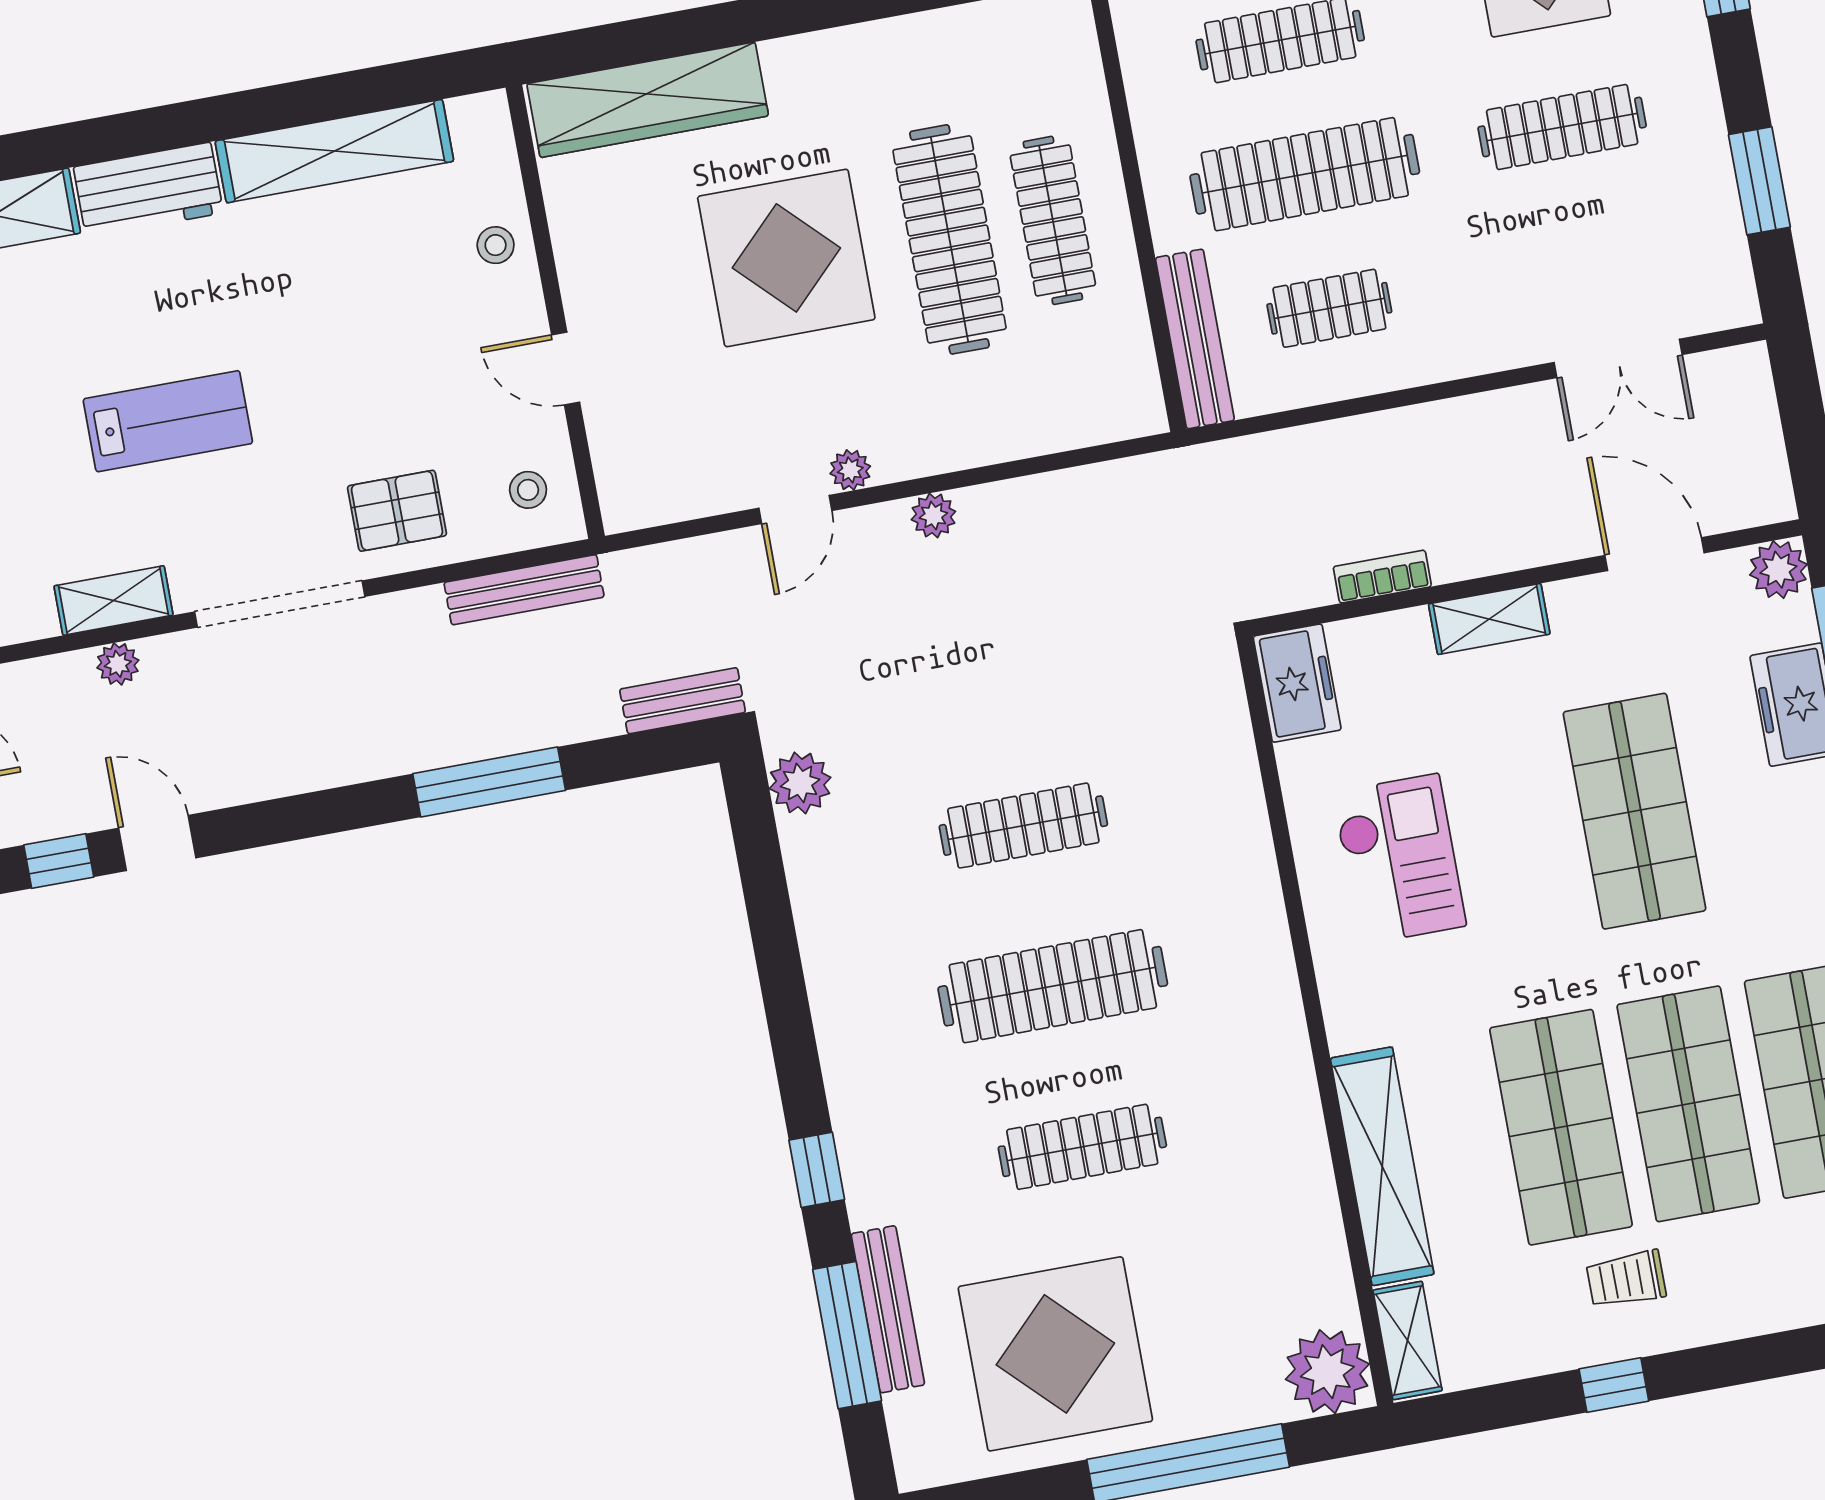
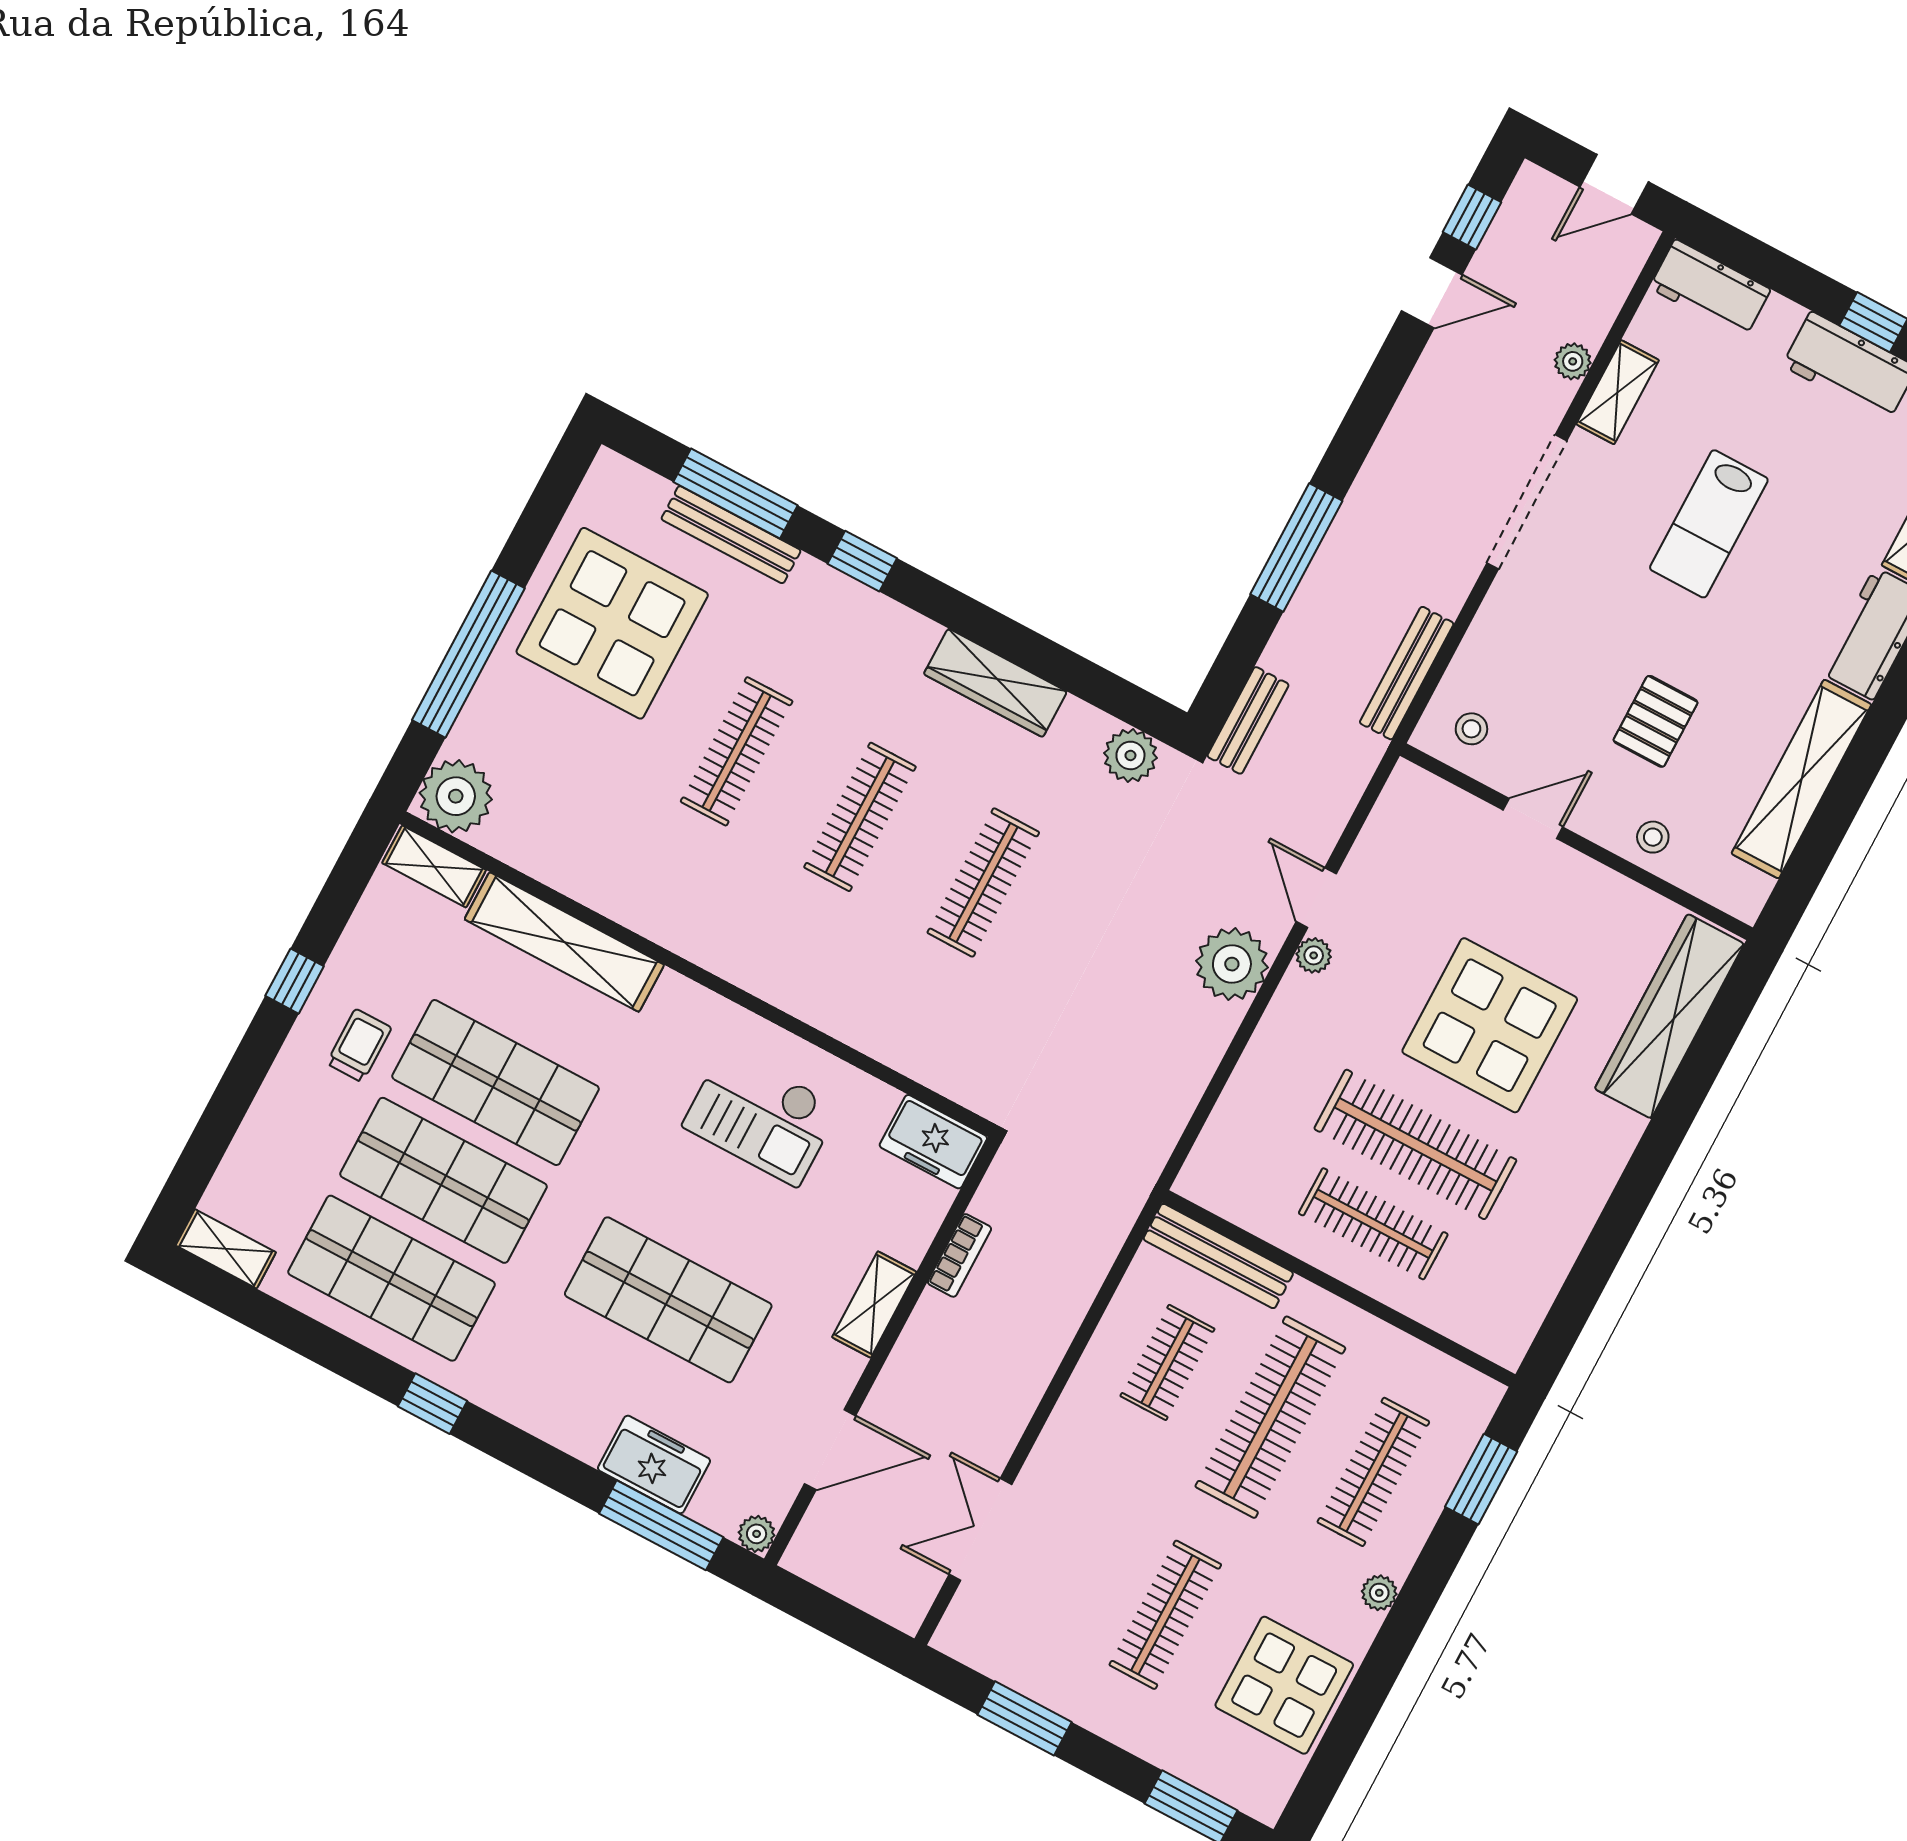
pallet: (397, 511) -> (1656, 721), moved
plant: (933, 516) -> (1232, 964), width x1.87, depth x1.87
plant: (1778, 570) -> (757, 1534), width x0.73, depth x0.73
wardrobe: (832, 960) -> (995, 683), added
clothes rail: (1053, 986) -> (860, 817), width x0.73, depth x0.76

